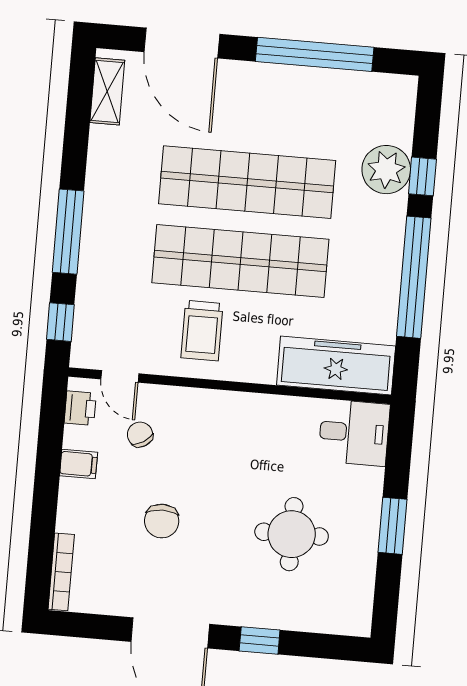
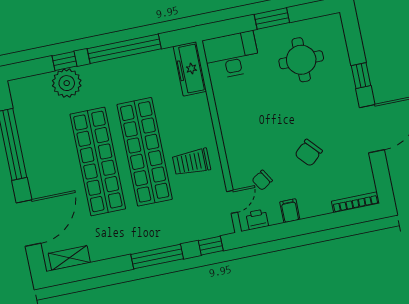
trolley: (202, 331) -> (191, 162), turned 180
freezer: (336, 366) -> (190, 69), width x0.73, depth x0.79
desk: (354, 433) -> (231, 55), width x1.37
chair: (162, 521) -> (309, 153), turned 138
round table: (292, 534) -> (301, 60), moved

